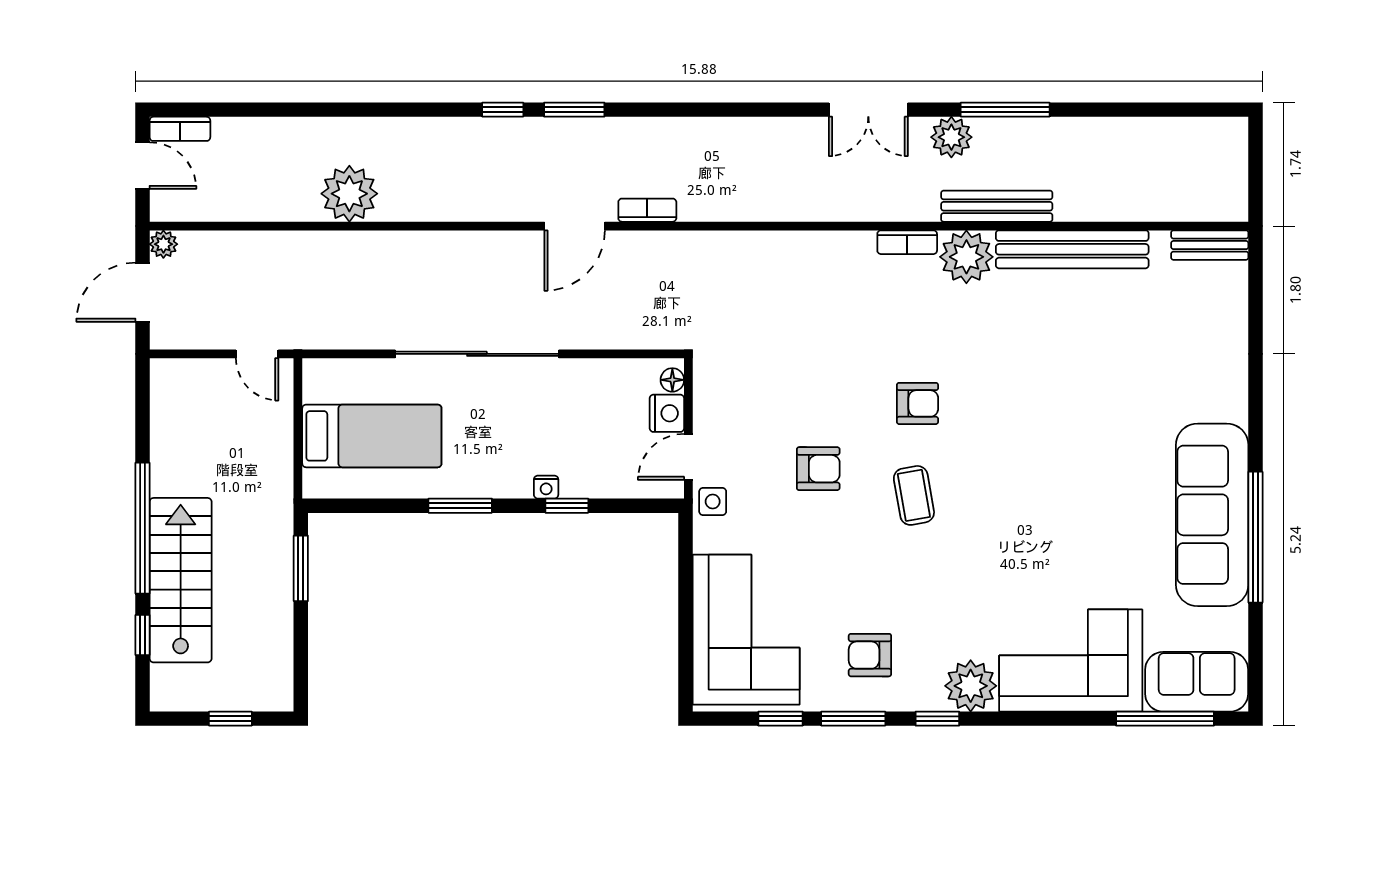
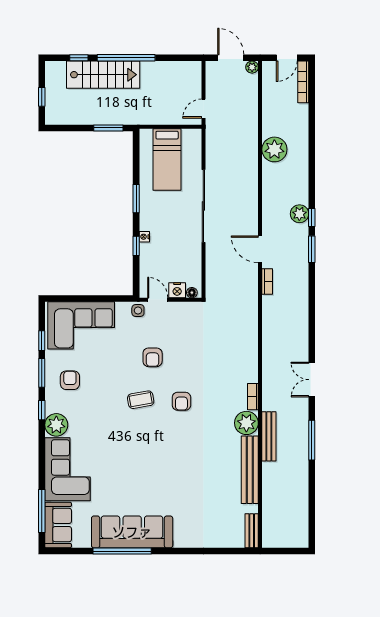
bookcase: (180, 129) -> (303, 82), width x1.56
plant: (951, 137) -> (299, 214), moved

